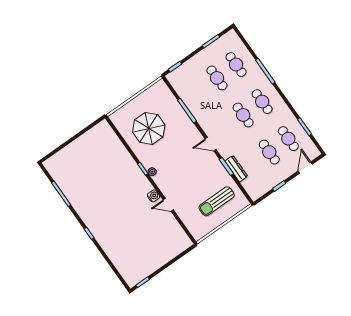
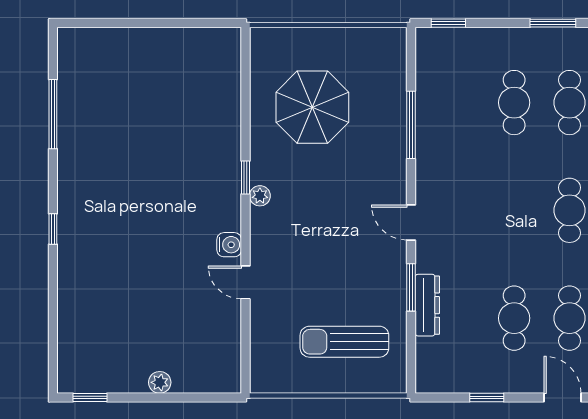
cafe table: (243, 115) -> (514, 210), removed
door: (305, 168) -> (563, 398), hinge flipped
plant: (163, 260) -> (160, 382), added

